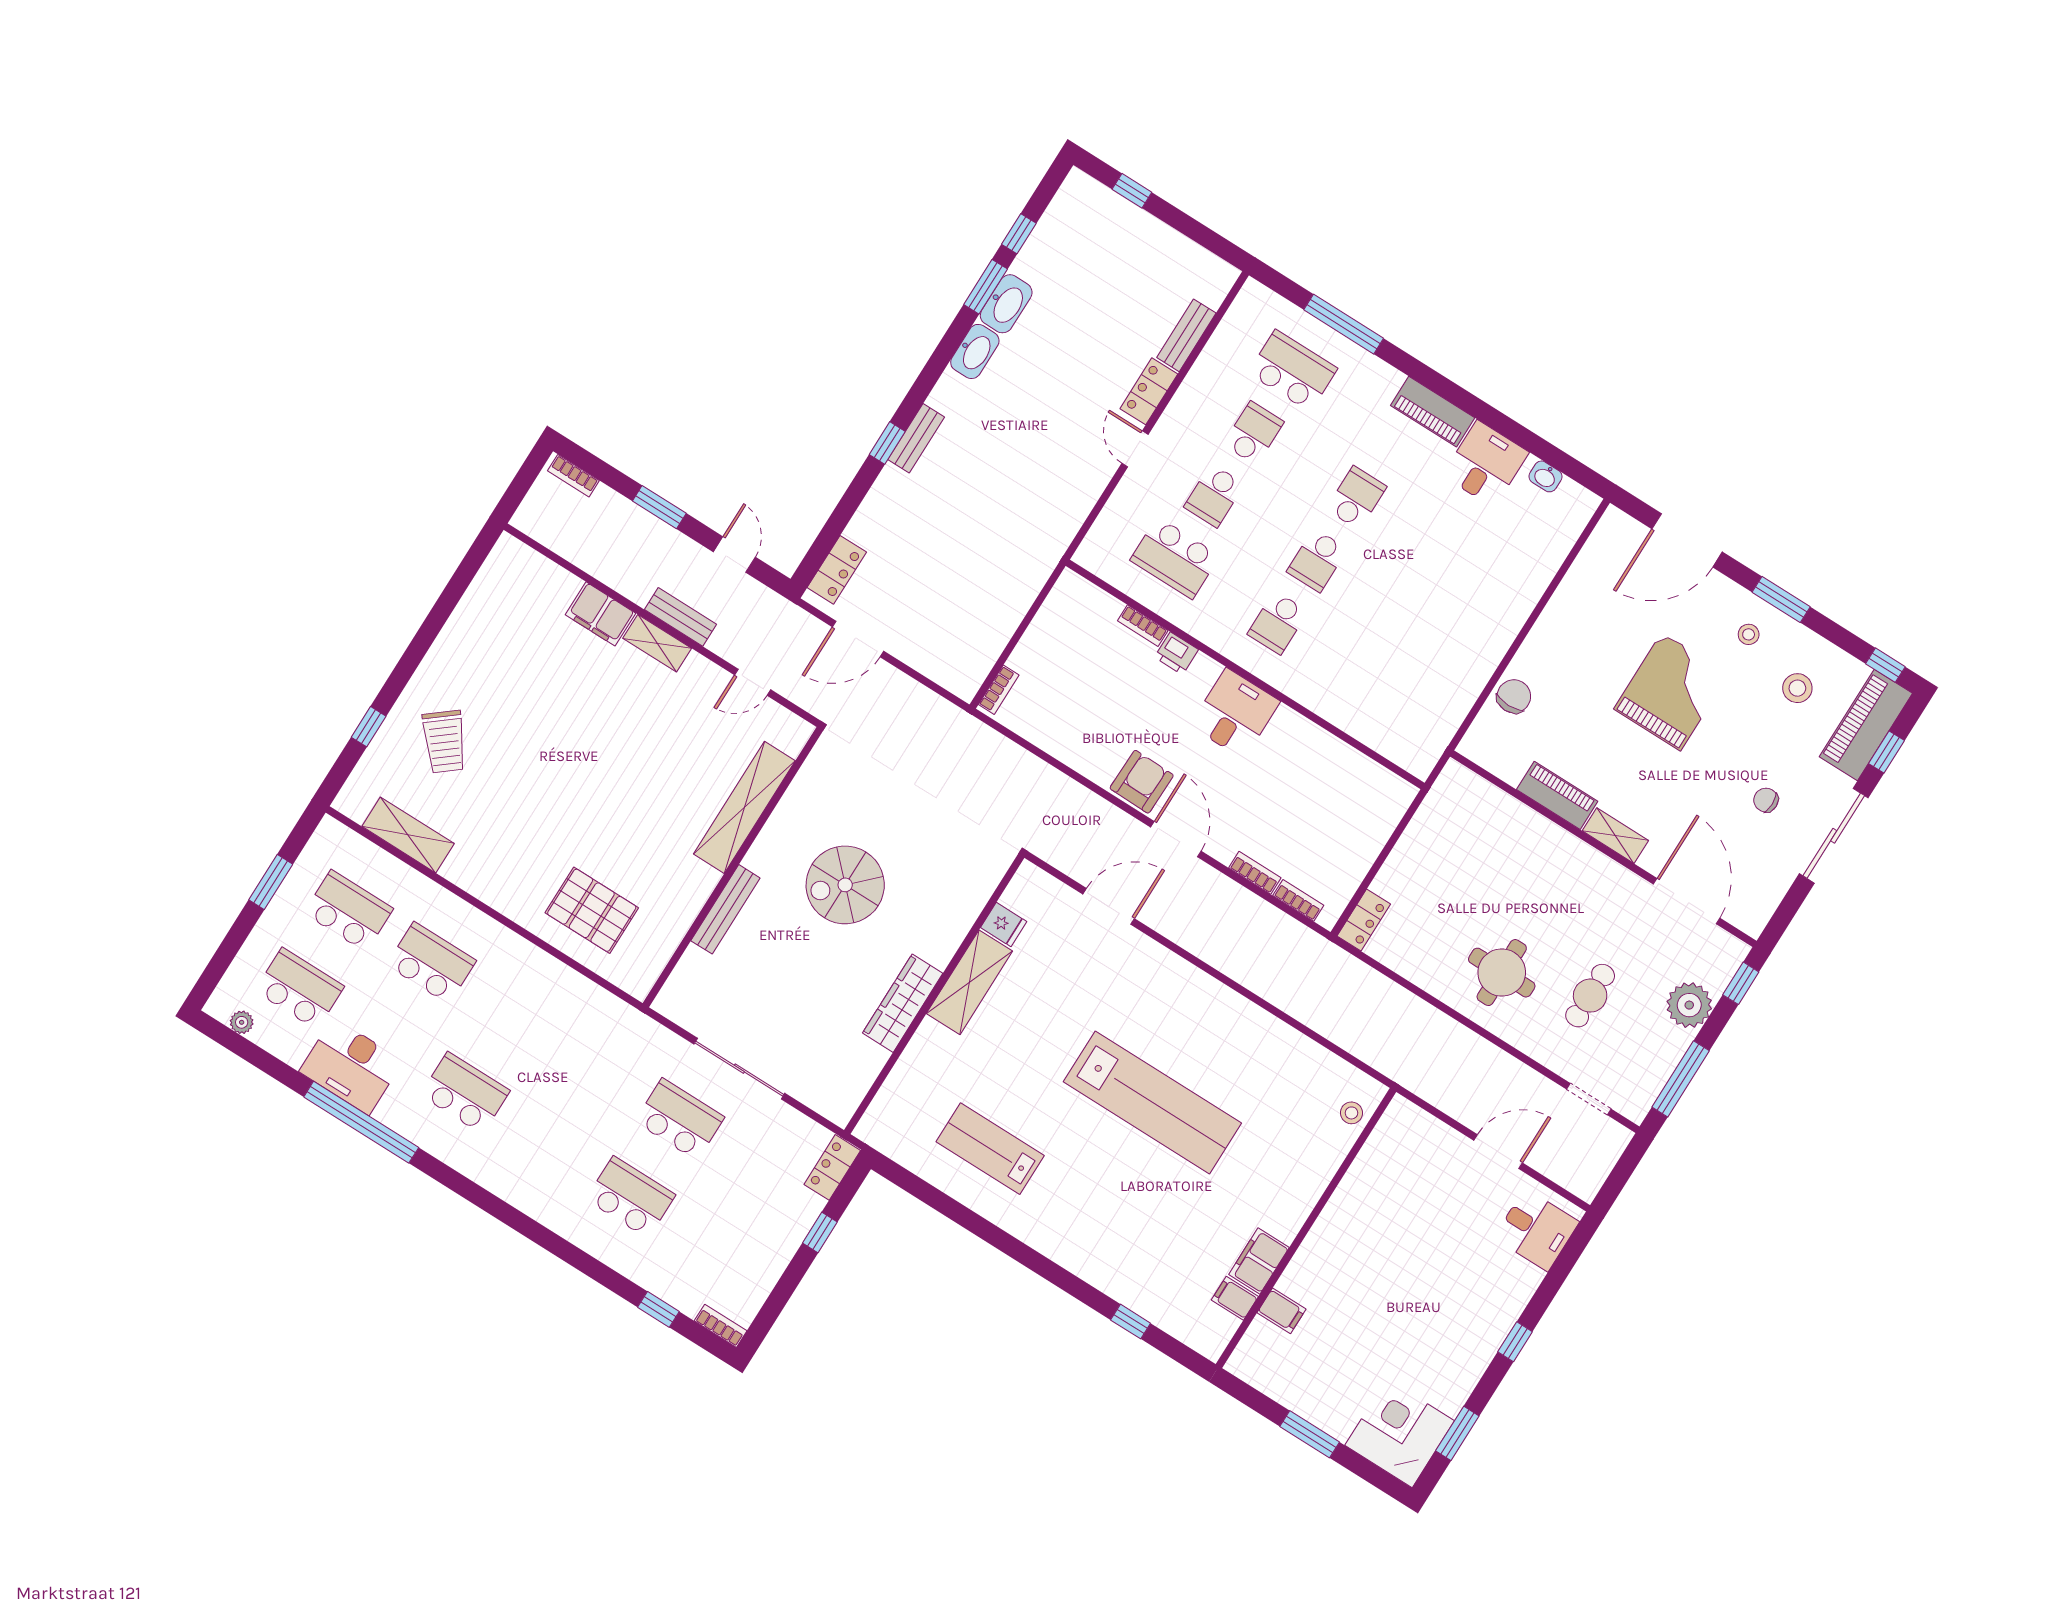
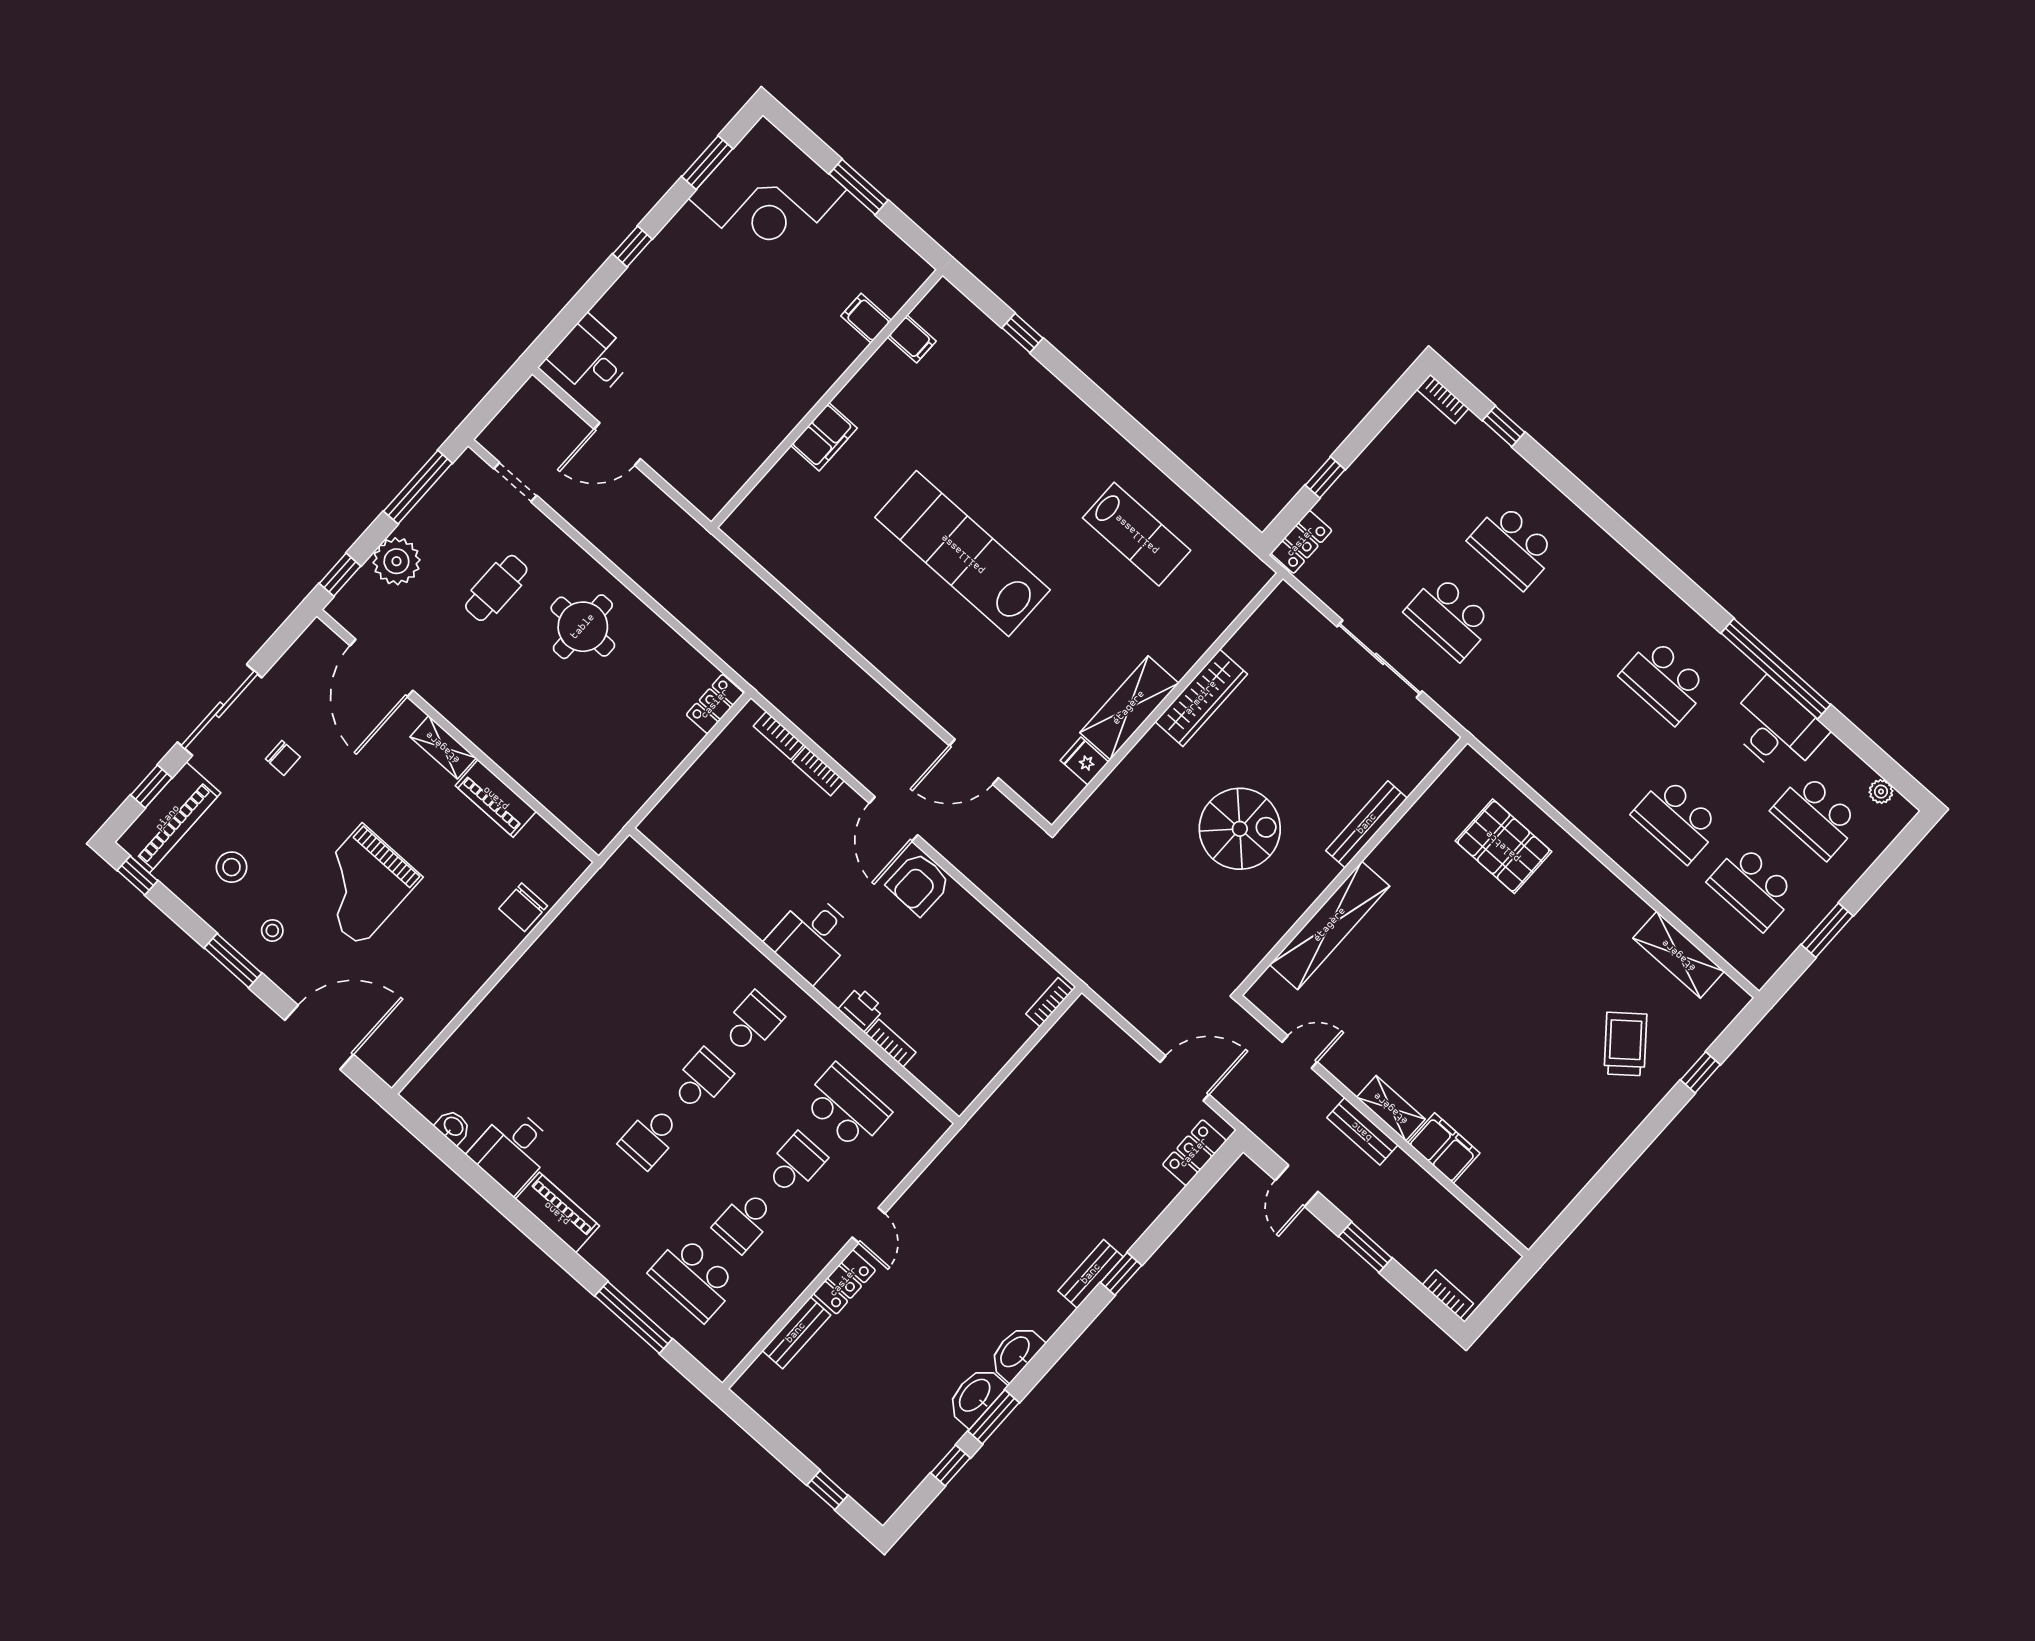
stool: (1351, 1113) -> (761, 509), removed
filing cabinet: (1259, 1261) -> (824, 437), moved
corner desk: (1400, 1433) -> (767, 194), width x1.36, depth x1.36

